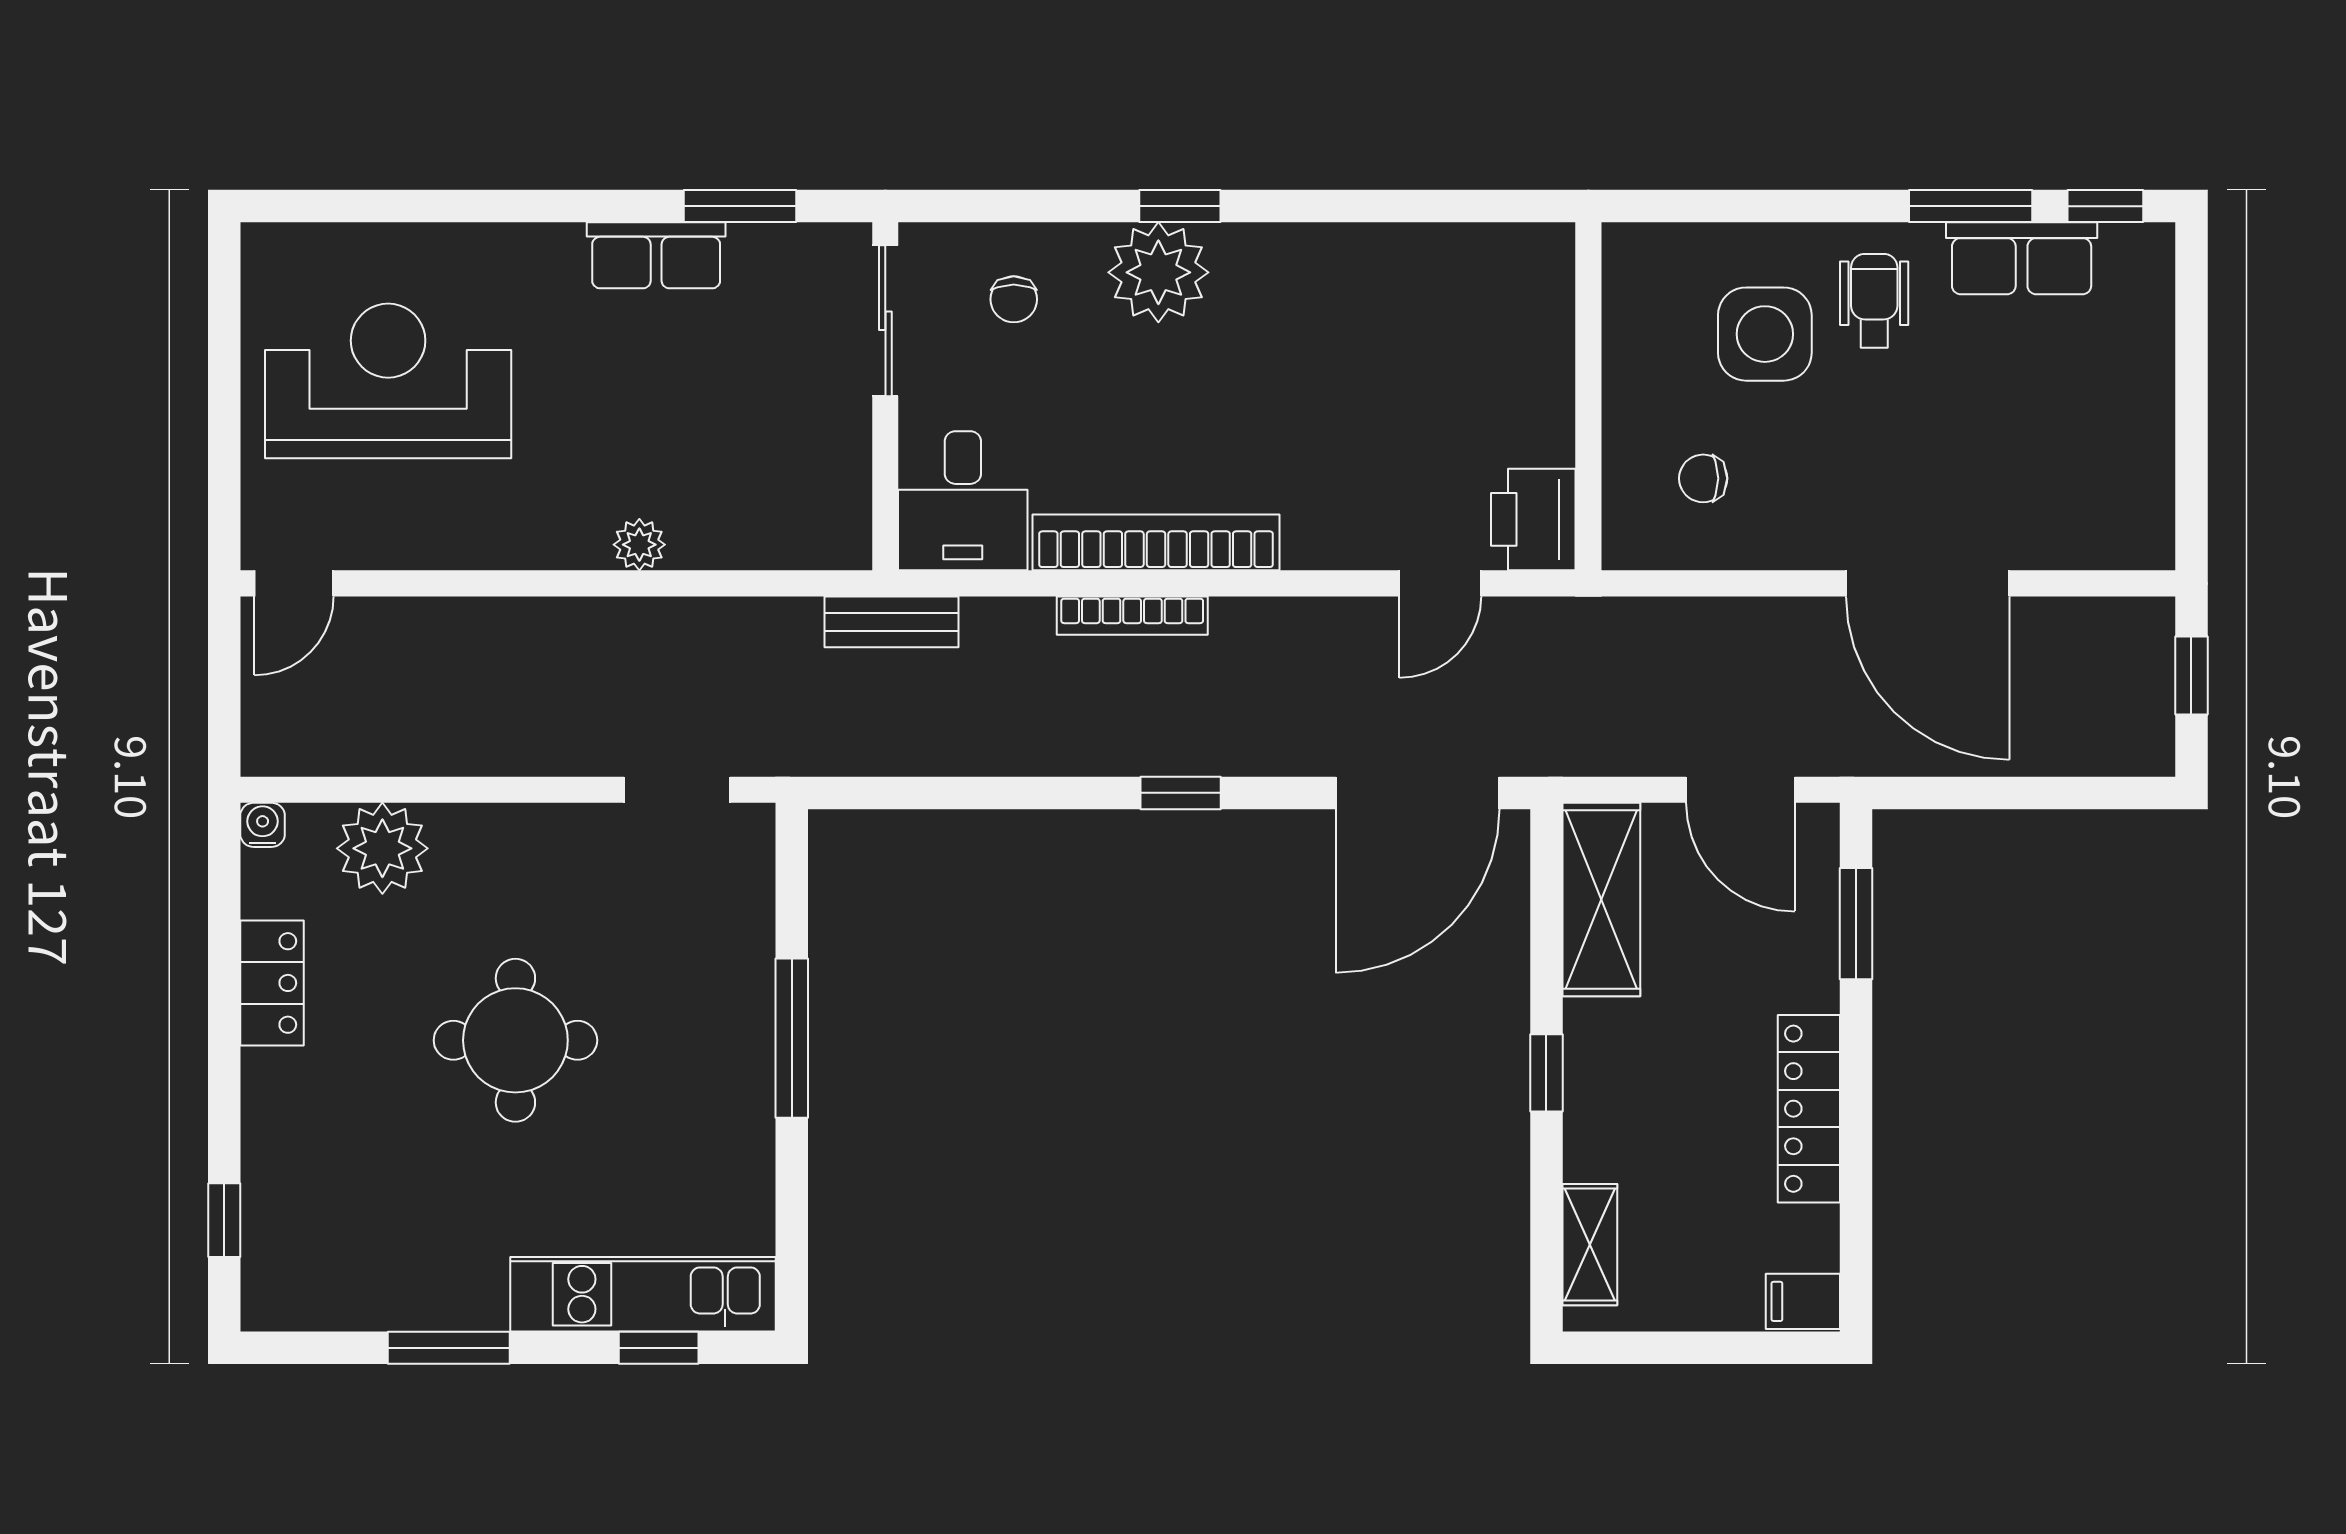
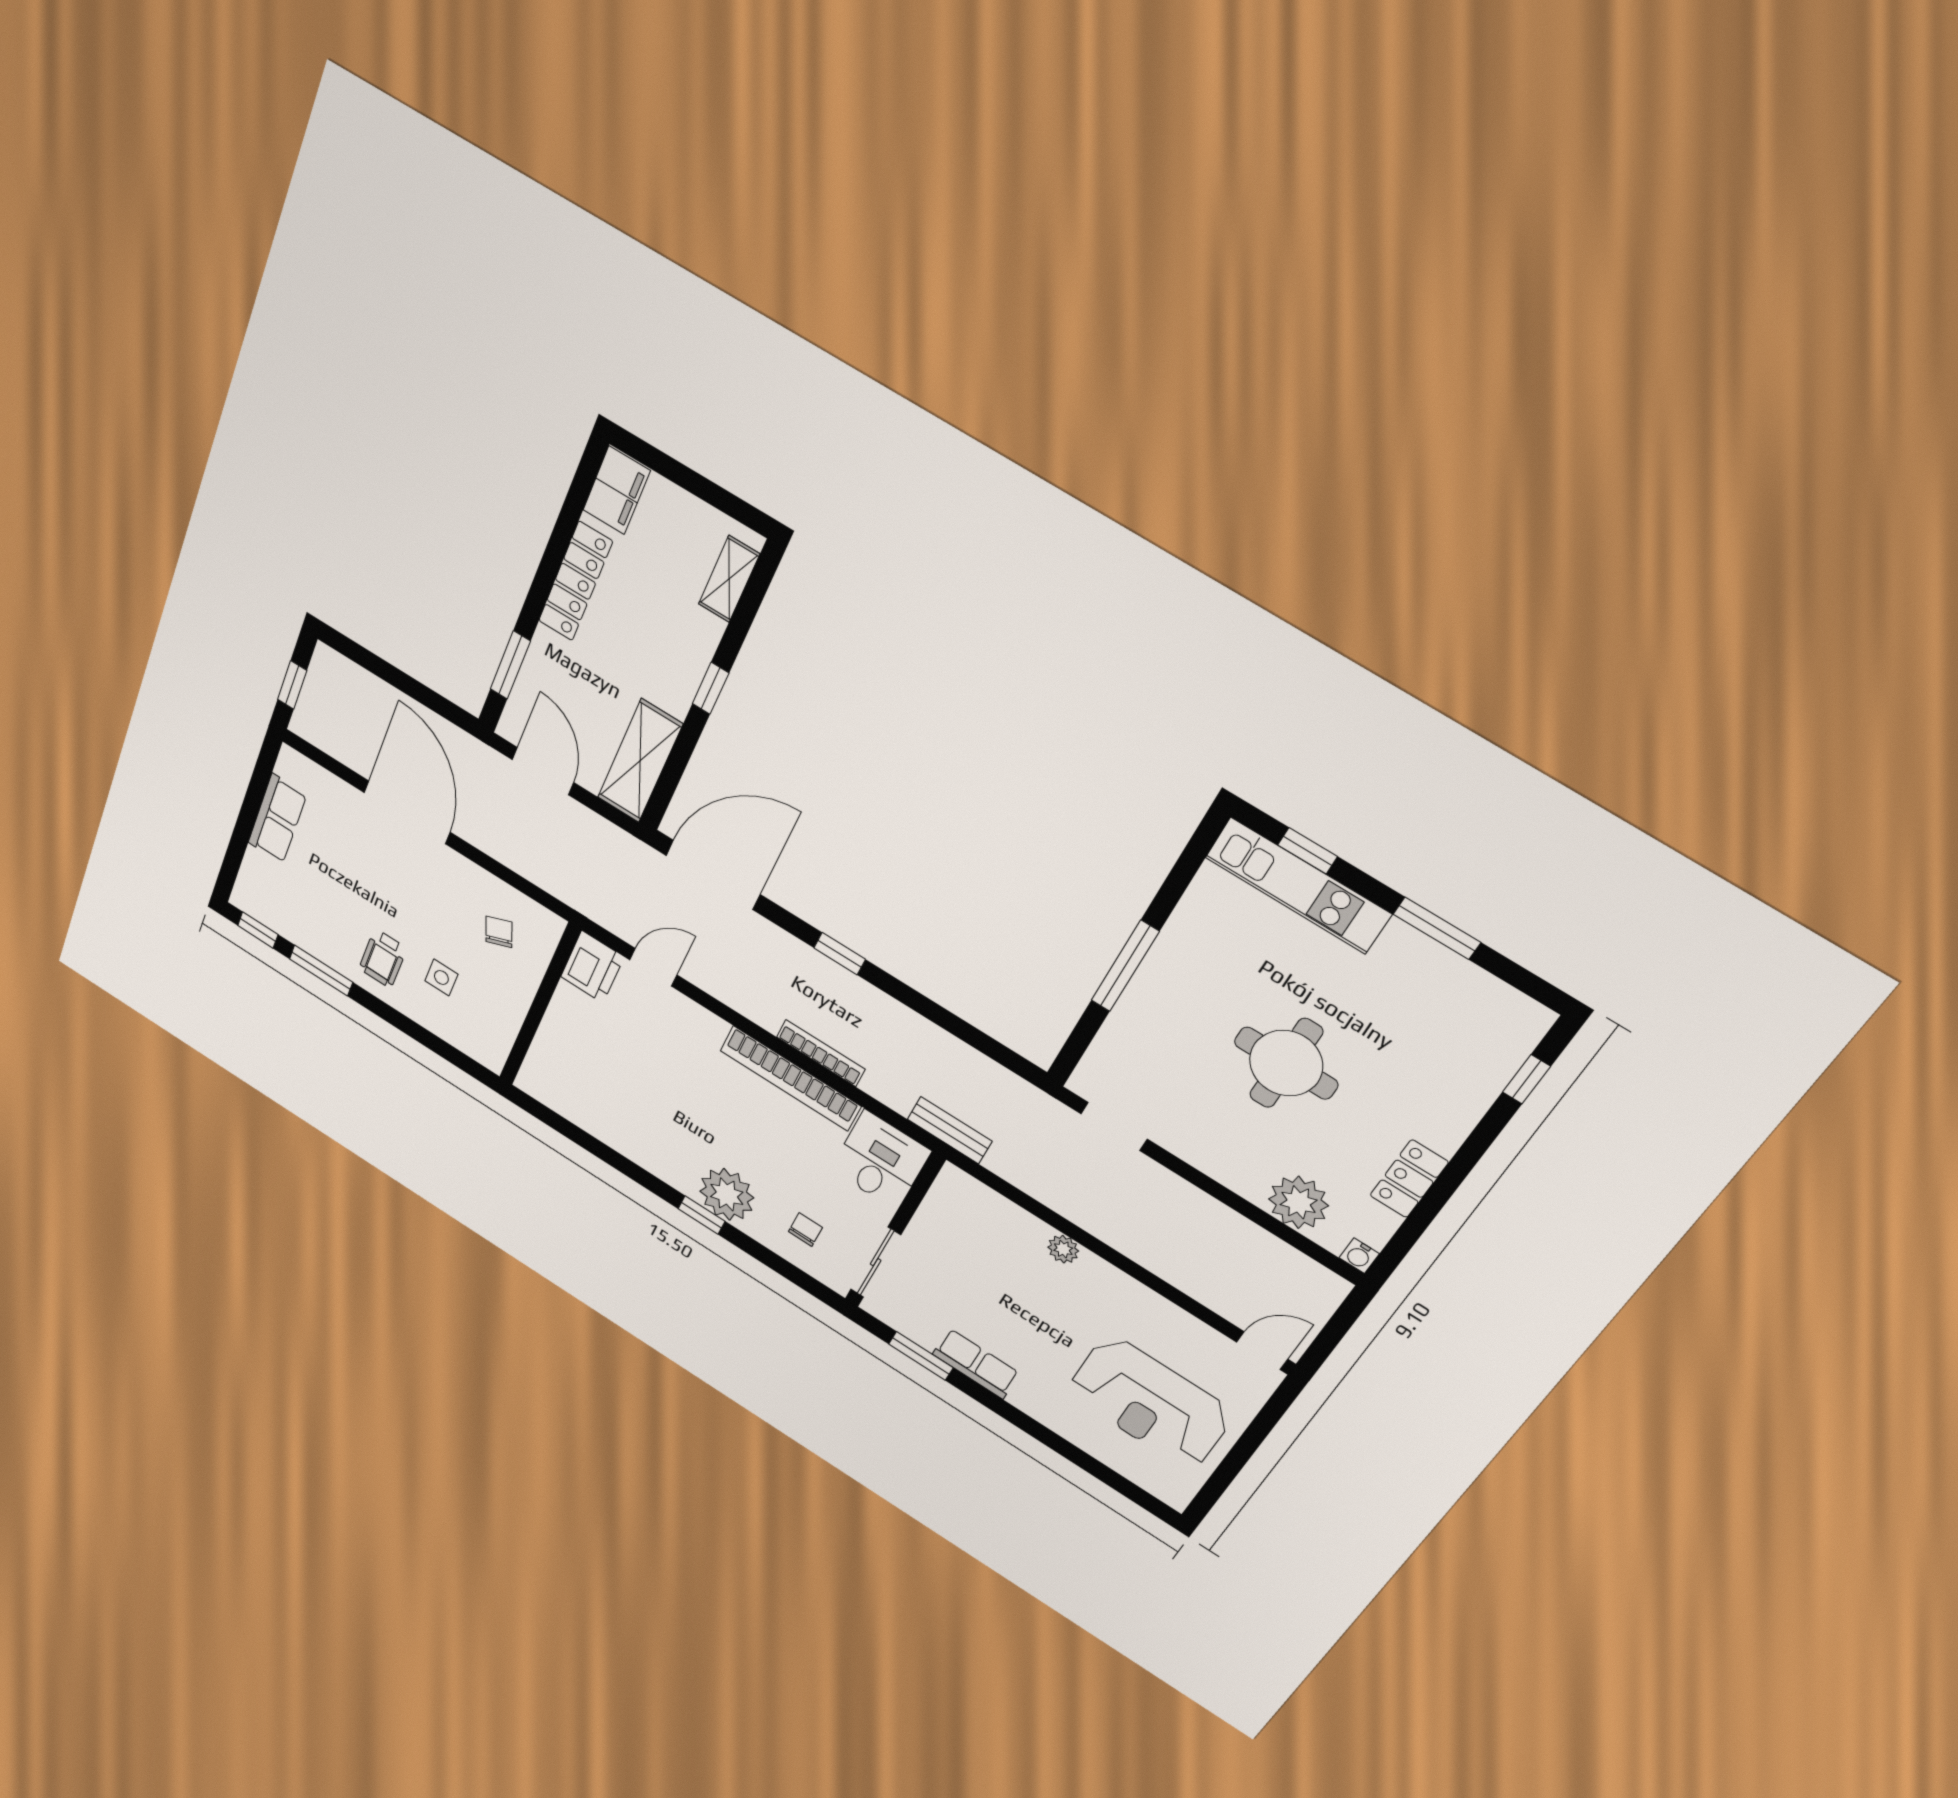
row of seats: (2022, 258) -> (277, 819), moved, turned 90
side table: (1765, 334) -> (441, 978), width x0.54, depth x0.54
chair: (1703, 478) -> (499, 932), turned -111
filing cabinet: (1803, 1301) -> (617, 490), width x2.00

